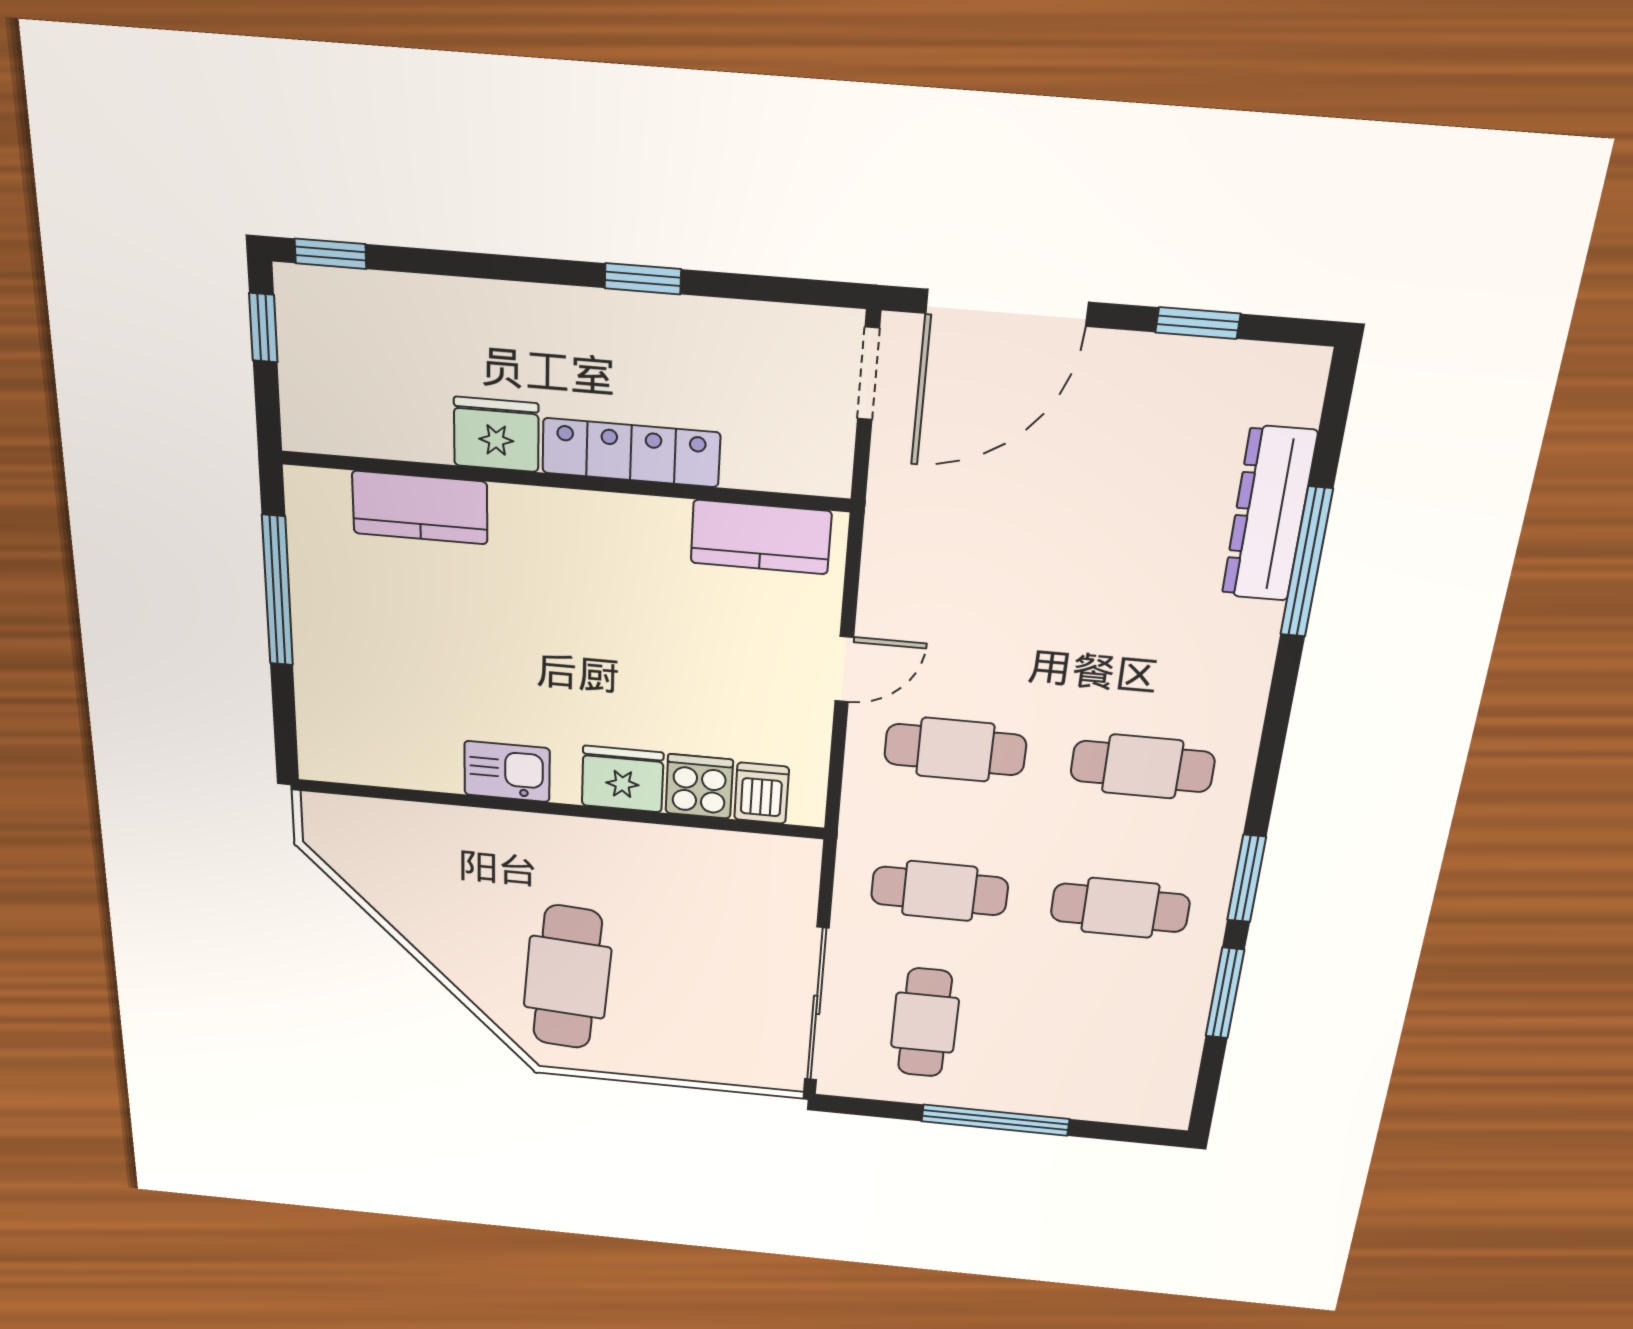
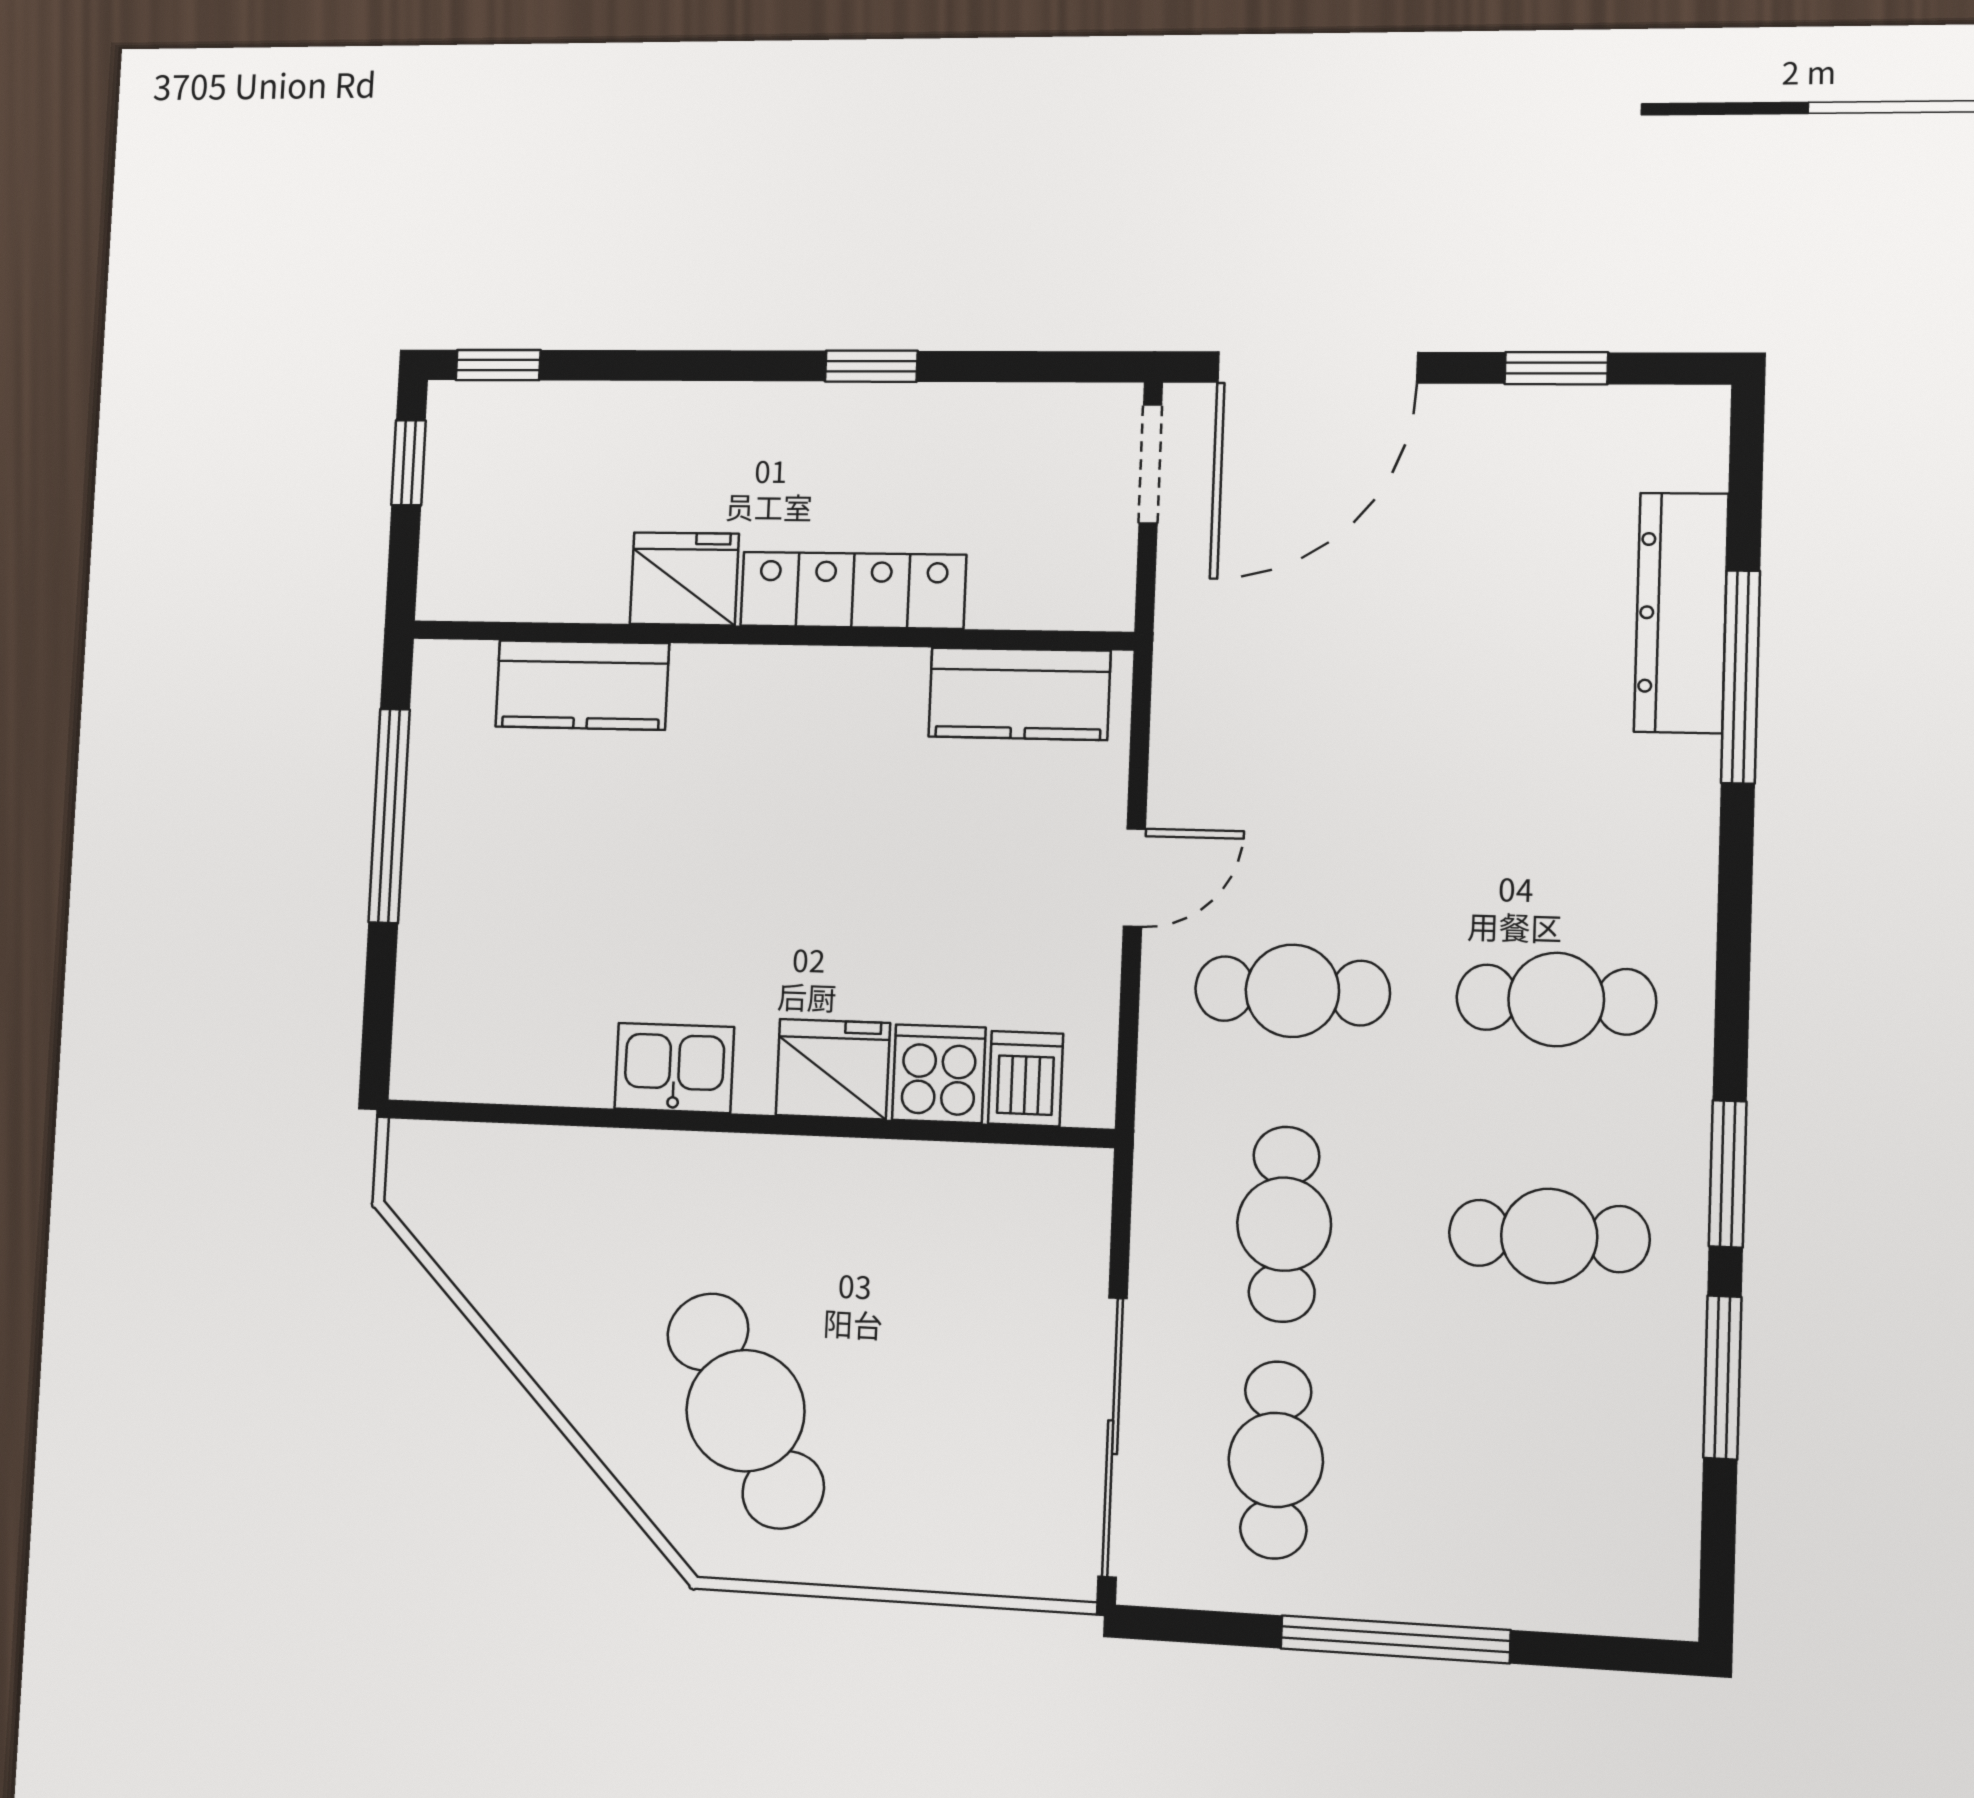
cafe table: (940, 891) -> (1284, 1224), turned 90
cafe table: (567, 977) -> (745, 1411), turned -33

